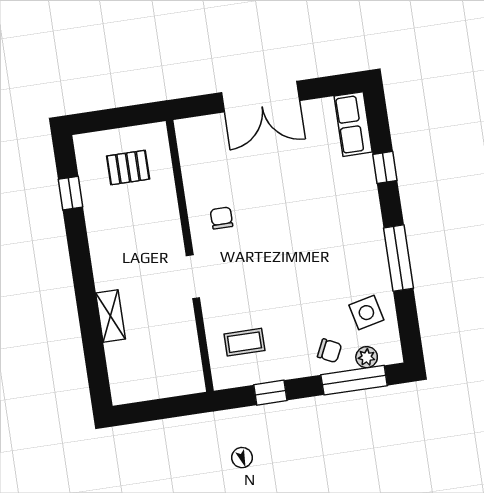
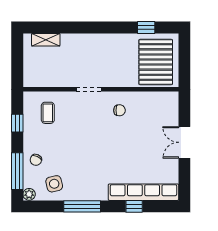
double door: (261, 97) -> (184, 142), width x0.73
row of seats: (353, 124) -> (143, 192), width x2.02
pallet: (128, 168) -> (156, 62), width x2.05, depth x2.00
shelving: (111, 316) -> (46, 40), moved
plant: (367, 357) -> (29, 194), moved

